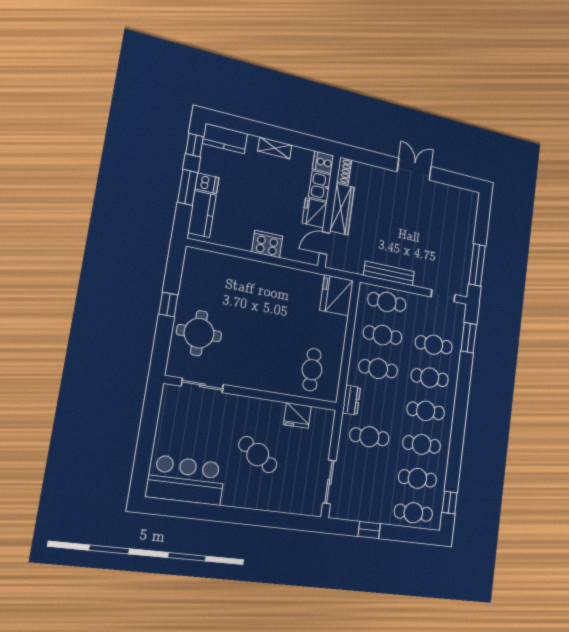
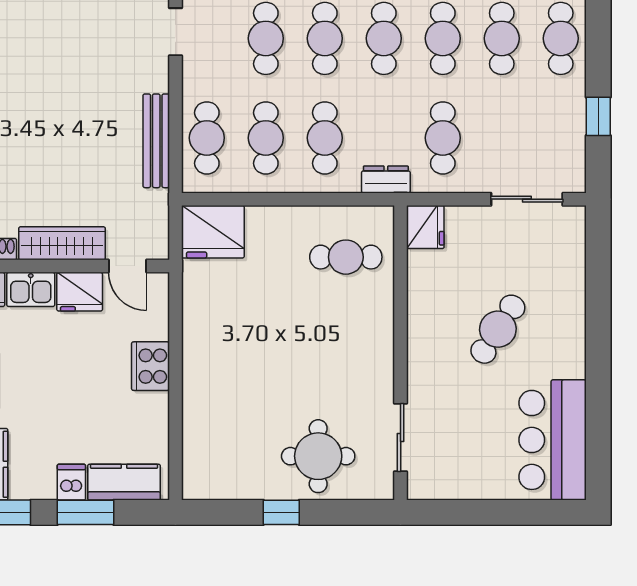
fridge: (297, 415) -> (425, 227), moved

